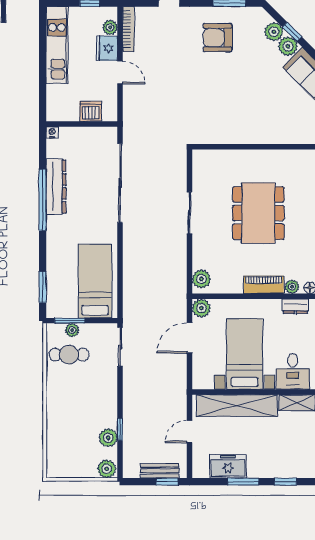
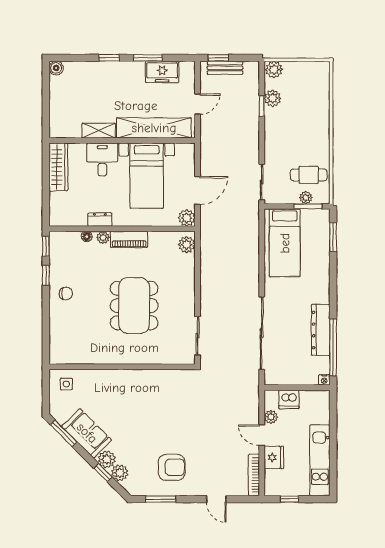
plant: (110, 27) -> (271, 417), moved
window: (43, 200) -> (333, 347), moved
sliding door: (190, 213) -> (197, 336), moved

